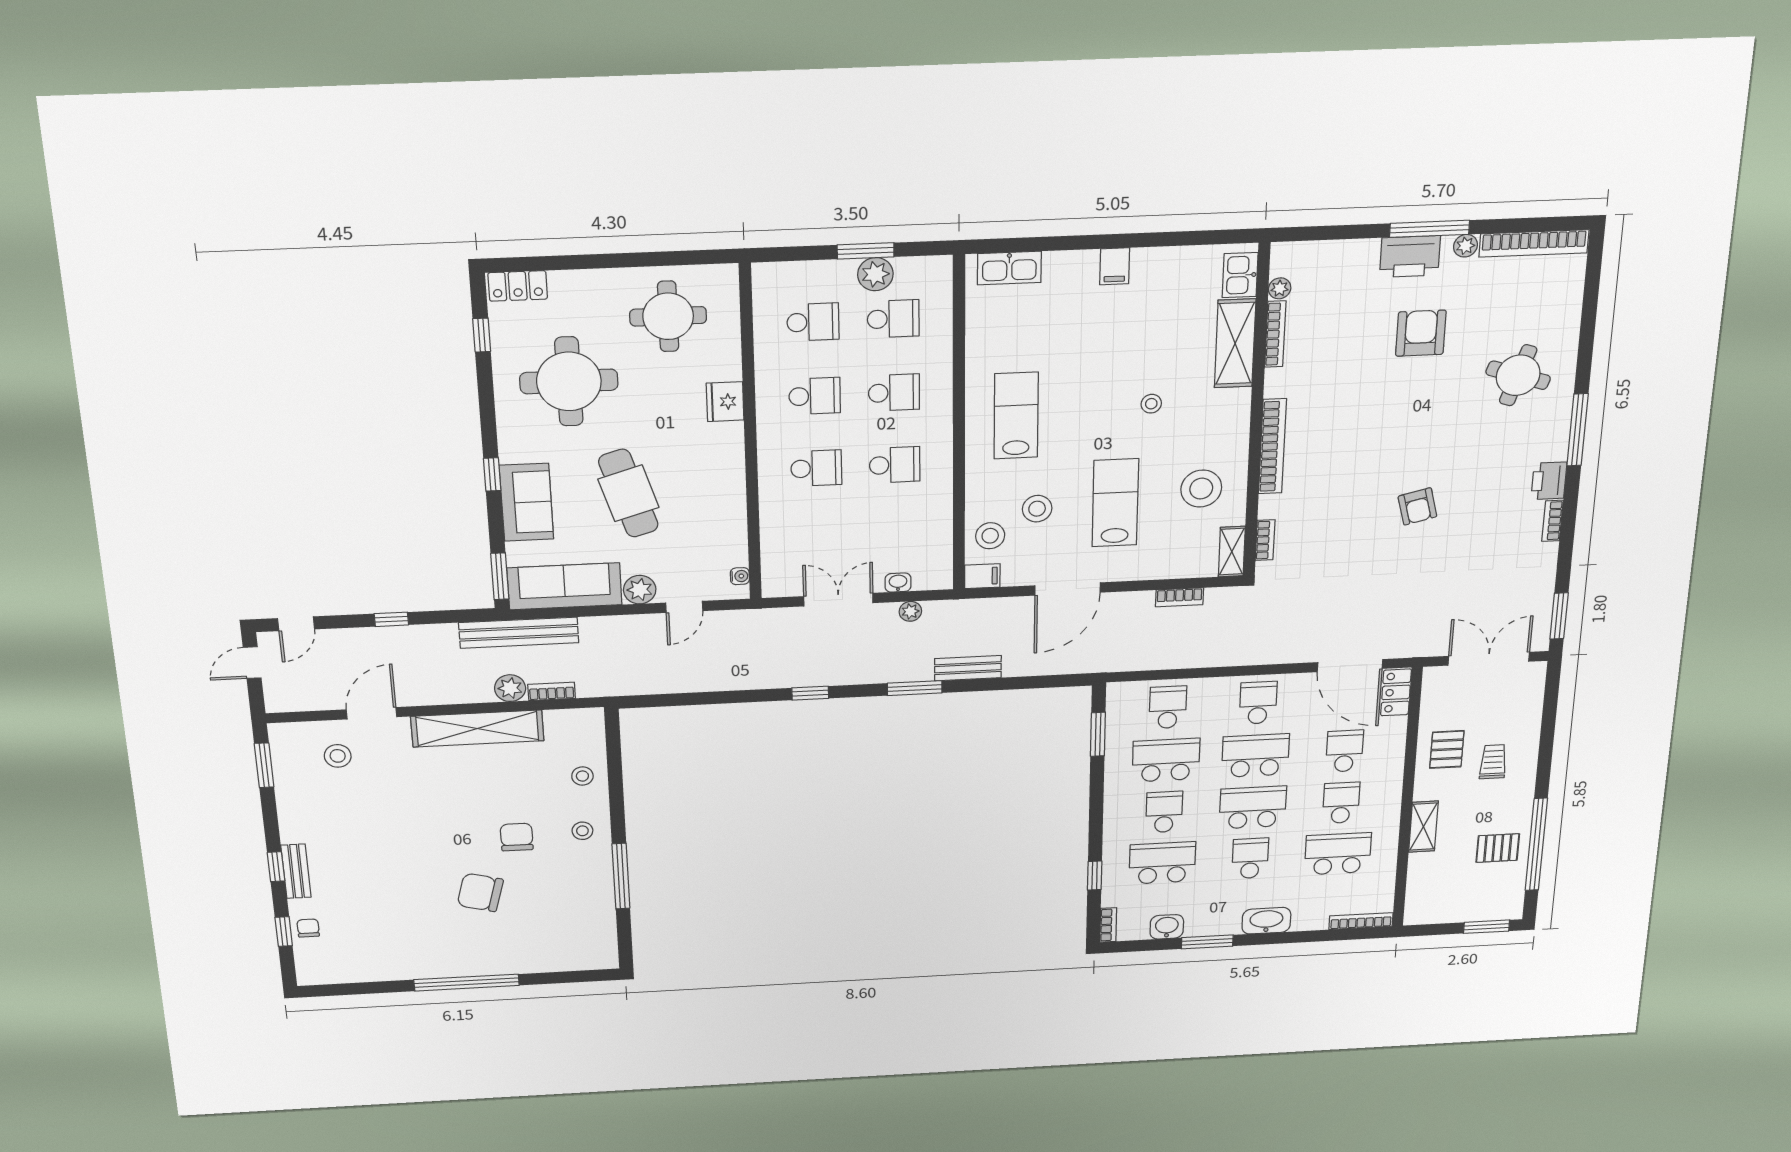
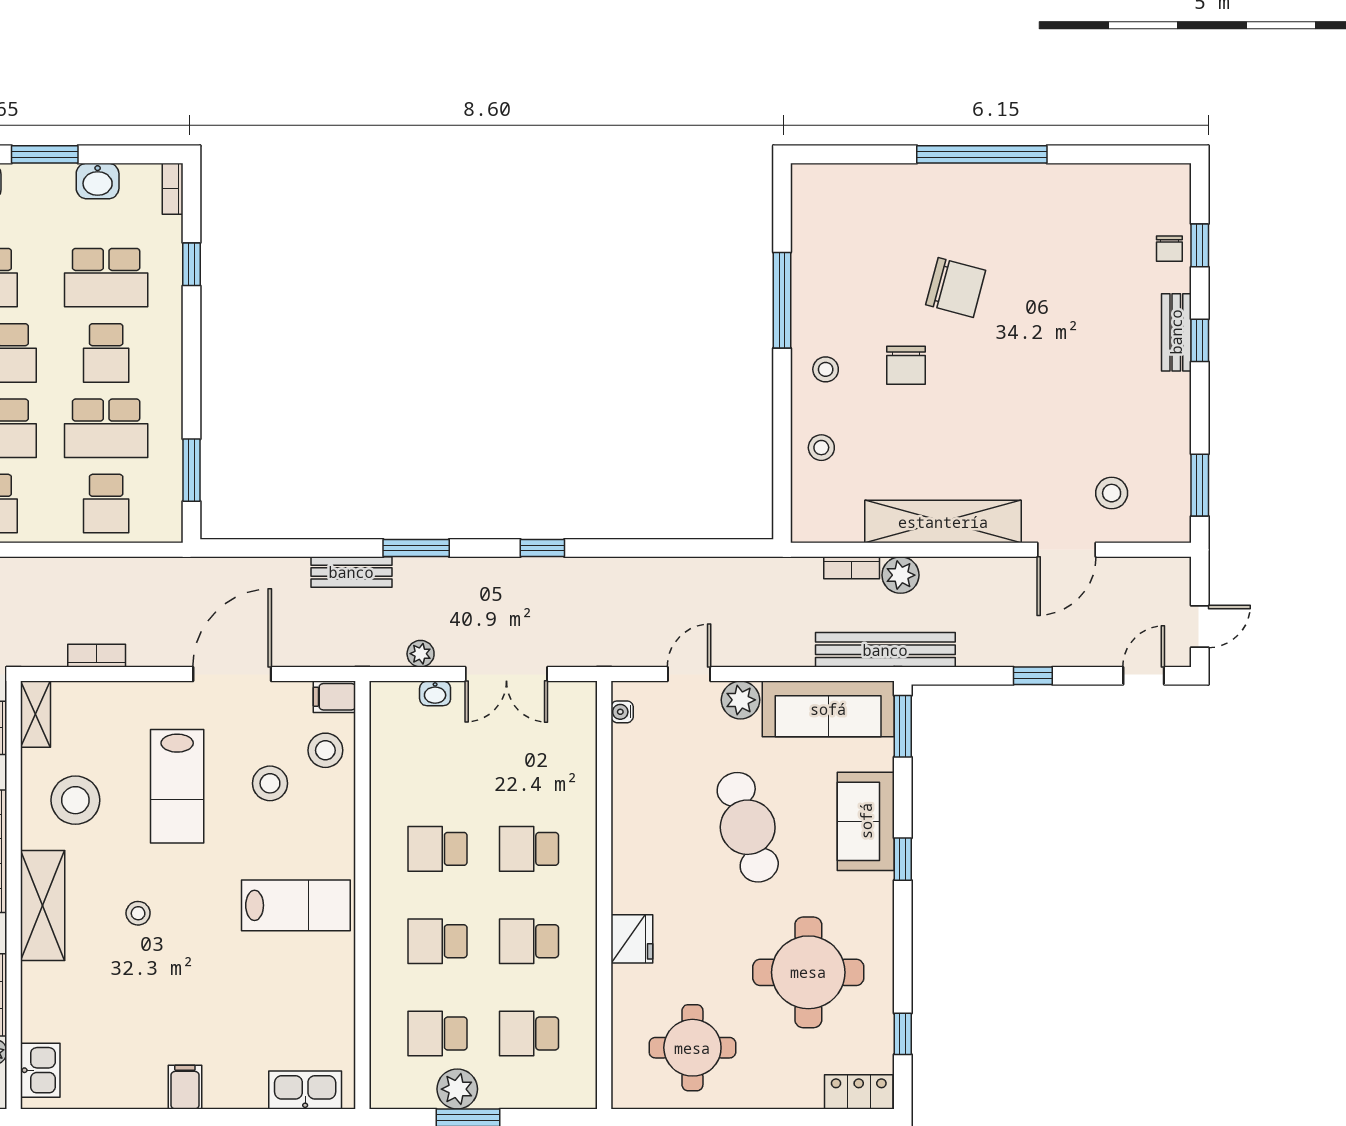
shelving: (1235, 343) -> (43, 906), moved
lab bench: (1016, 416) -> (296, 905), turned -90

